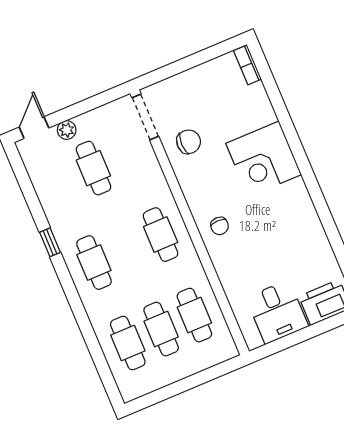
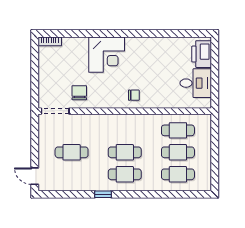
plant: (67, 130) -> (44, 158), removed
cafe table: (161, 235) -> (125, 152), moved

